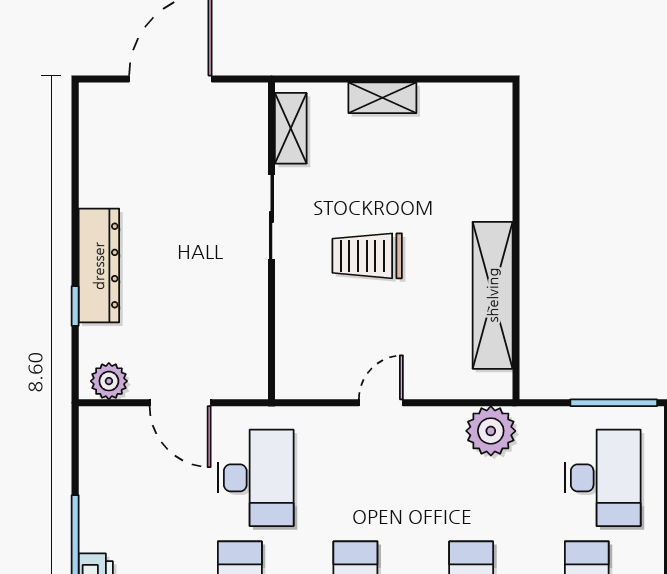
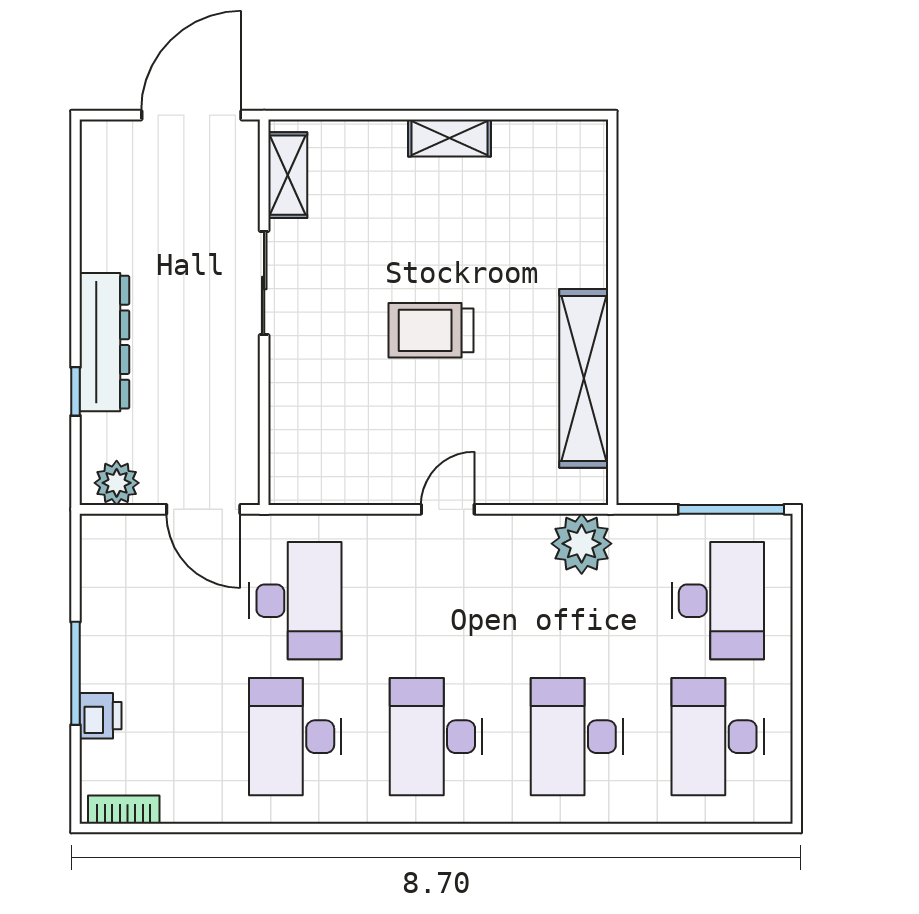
shelving: (291, 128) -> (288, 175), moved
sliding door: (271, 217) -> (264, 283), moved
wall: (271, 241) -> (264, 312), moved

